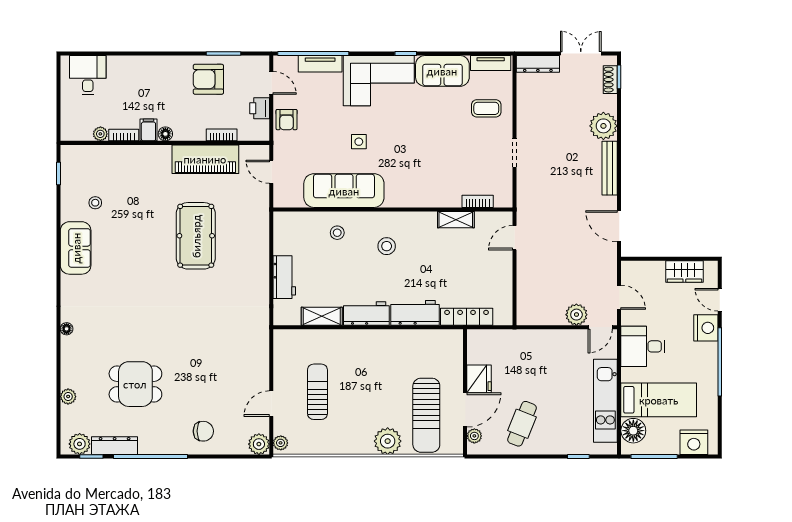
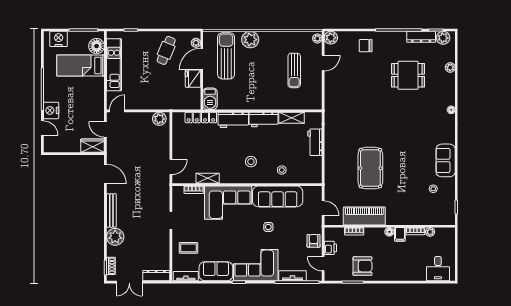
corner sofa: (423, 181) -> (228, 203), added
wardrobe: (684, 271) -> (93, 146), moved
plant: (576, 315) -> (159, 119), moved
desk: (643, 346) -> (91, 99), removed
barbecue: (452, 347) -> (210, 99), added

